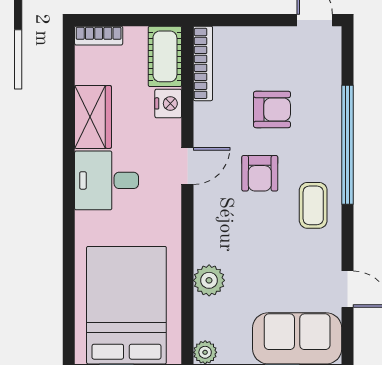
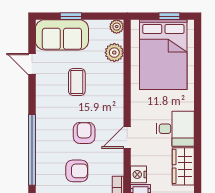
armchair: (272, 109) -> (77, 171), turned 180
coffee table: (313, 205) -> (77, 82), moved
plant: (209, 280) -> (114, 53), moved

